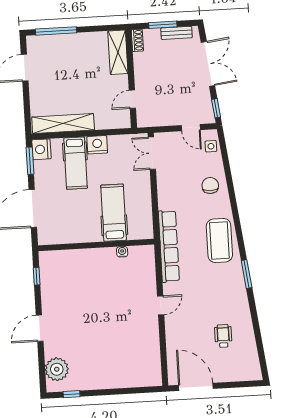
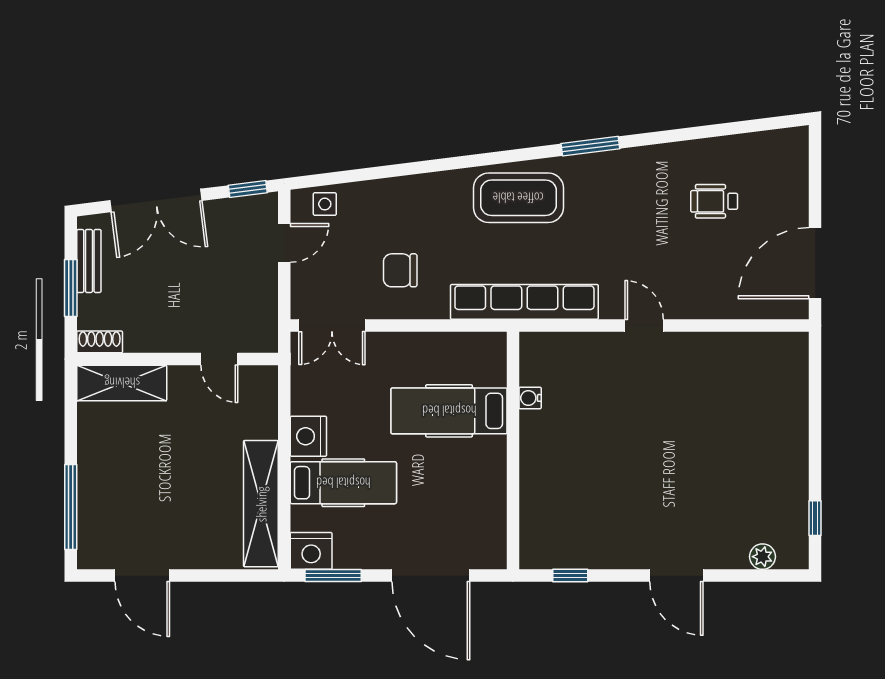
double door: (208, 64) -> (156, 200), swing flipped
chair: (210, 185) -> (400, 270), moved
plant: (57, 369) -> (762, 557), width x0.53, depth x0.53

